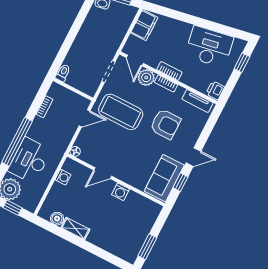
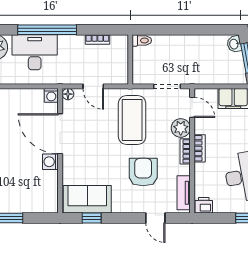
door: (135, 60) -> (192, 107), swing flipped
door: (85, 118) -> (93, 86), moved
armchair: (165, 124) -> (143, 172), turned 180
door: (193, 157) -> (155, 218), moved
door: (103, 173) -> (60, 134), width x1.88
washing machine: (63, 177) -> (51, 95), moved

